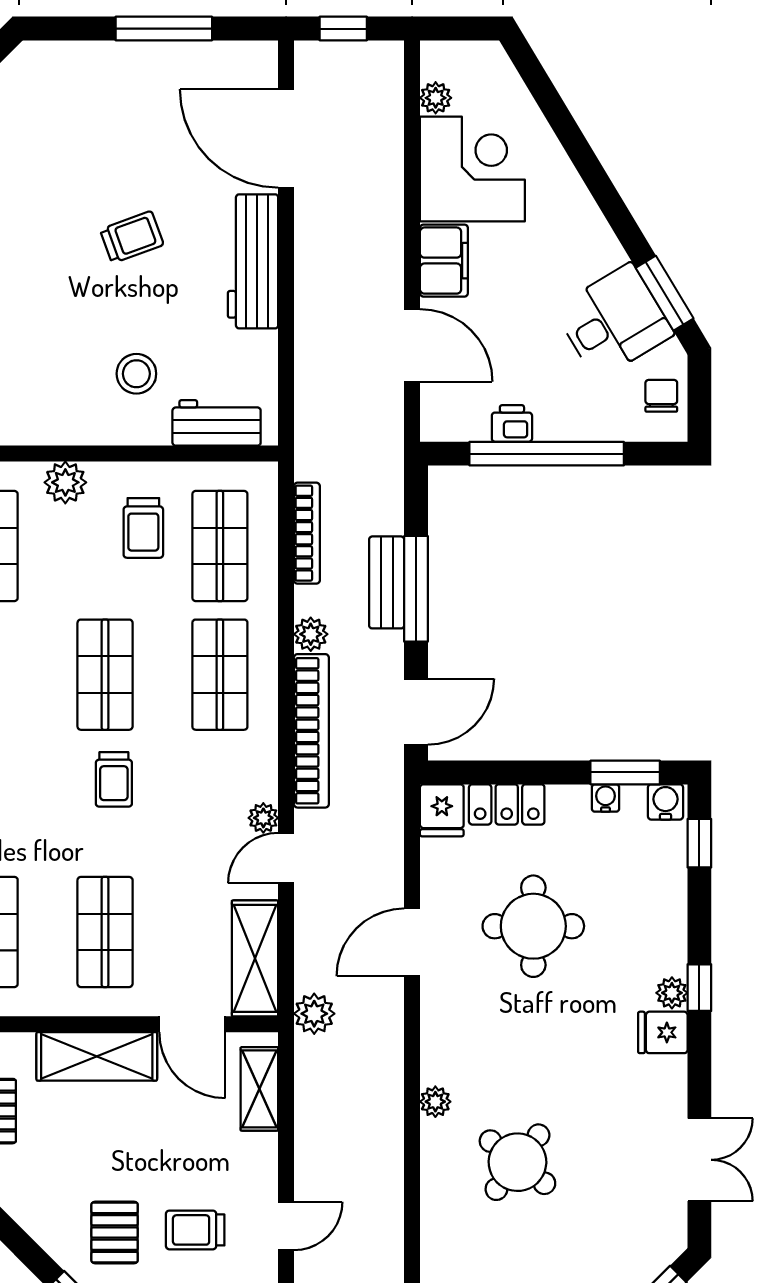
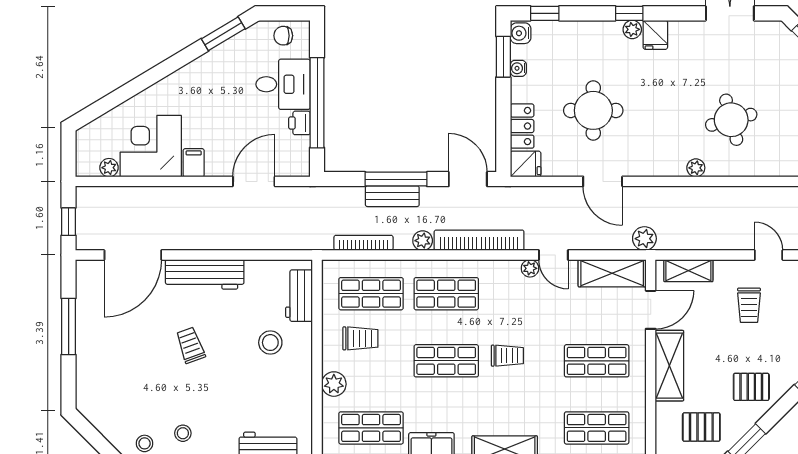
filing cabinet: (444, 261) -> (194, 163), width x0.50
desk: (614, 321) -> (283, 84), moved, turned 121
round table: (517, 1162) -> (731, 120), turned 37
trolley: (195, 1230) -> (749, 305), moved
pallet: (115, 1233) -> (751, 387), moved

